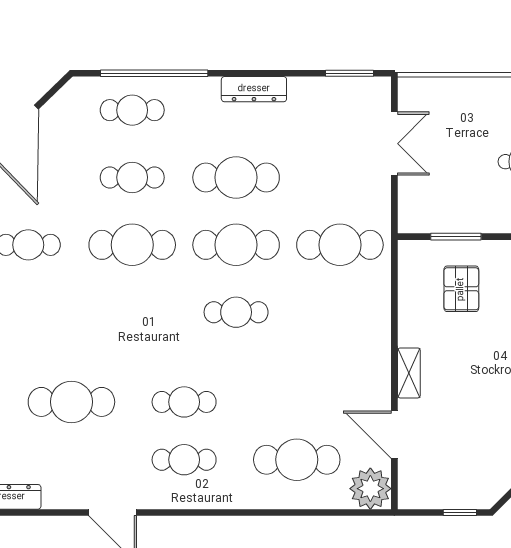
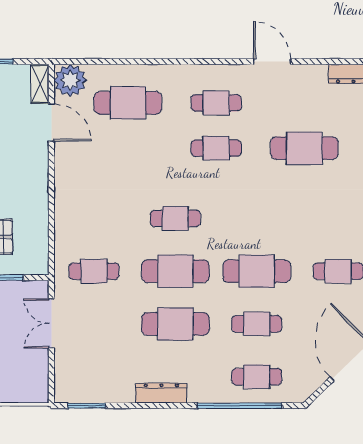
double door: (394, 144) -> (51, 323), moved
cafe table: (340, 245) -> (94, 271), width x0.73, depth x0.74
shelving: (409, 373) -> (40, 84), moved

